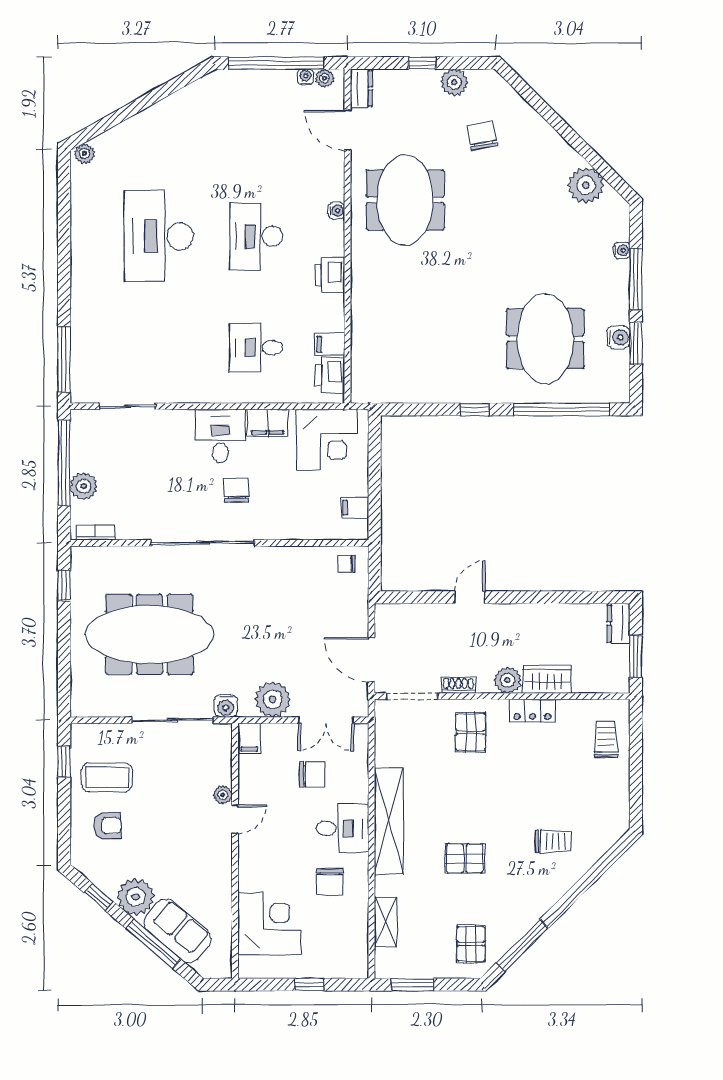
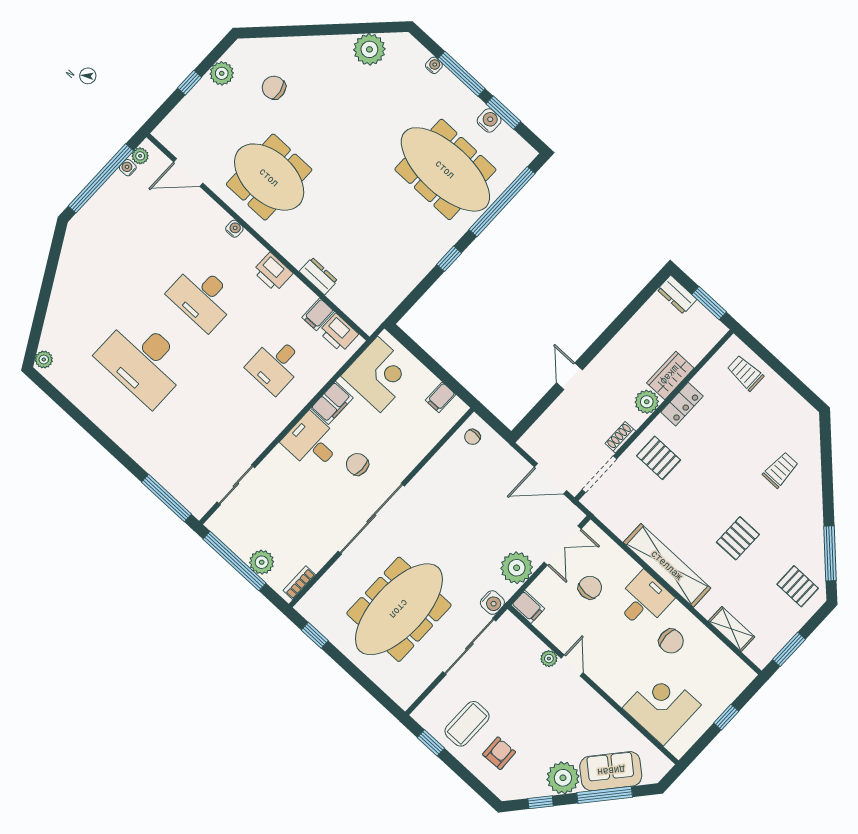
dresser: (361, 88) -> (318, 276), moved
meeting table: (545, 339) -> (445, 169), width x1.36

